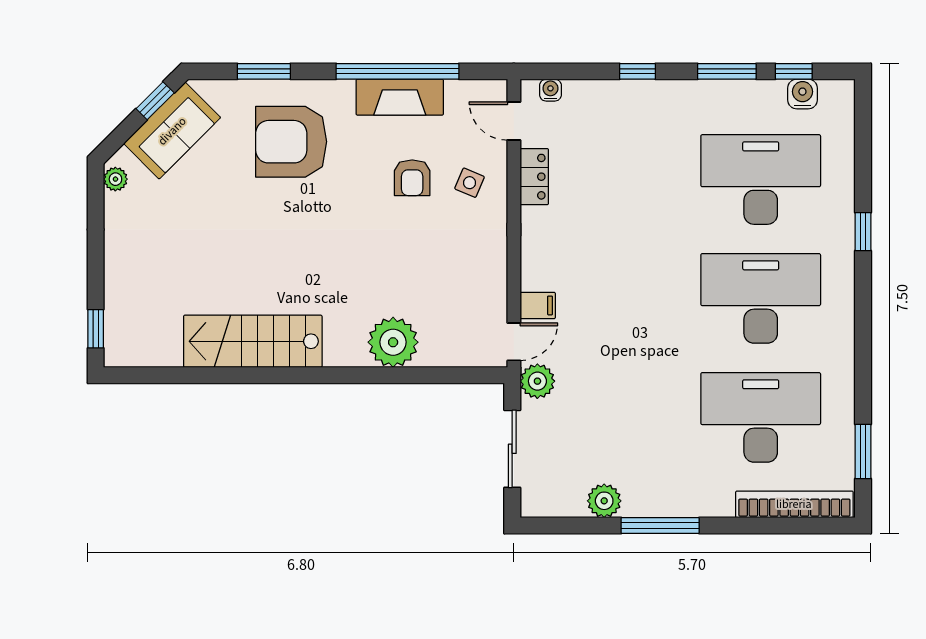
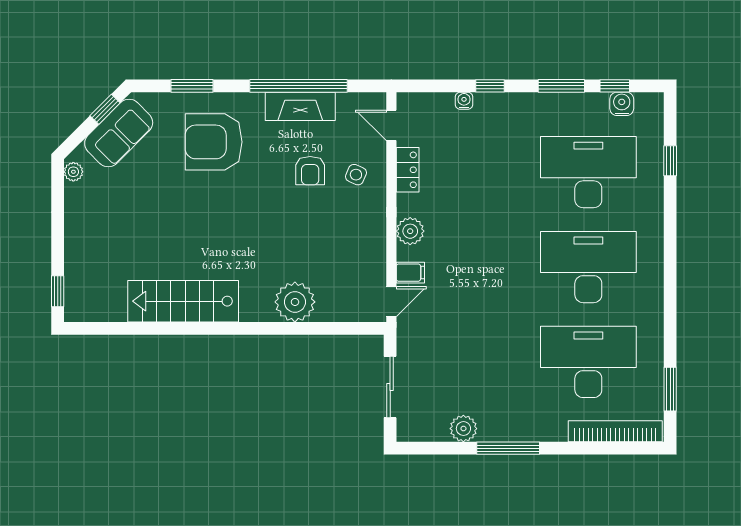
water cooler: (550, 90) -> (464, 101), moved
window: (863, 232) -> (670, 161), moved
plant: (537, 381) -> (410, 231), moved

